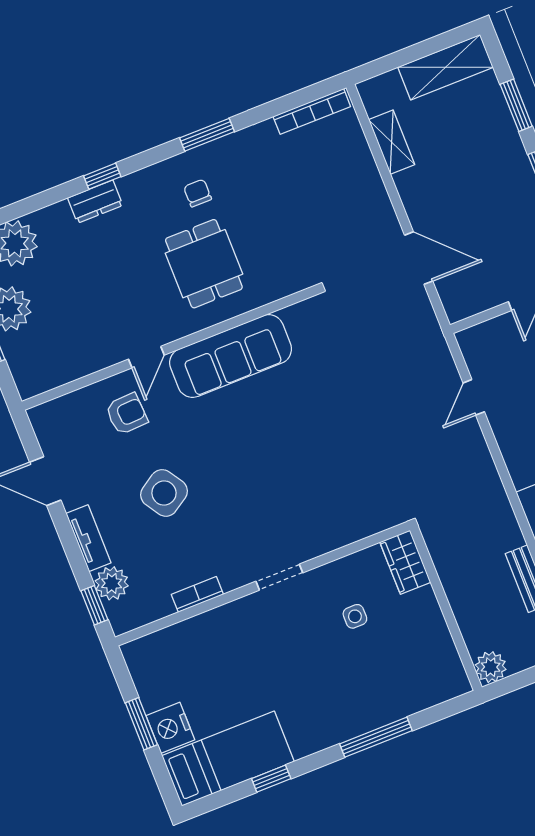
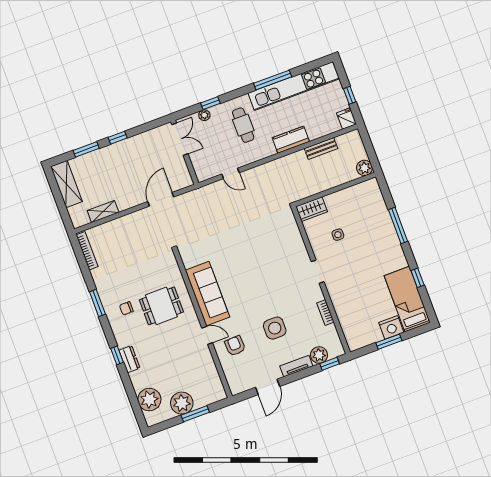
side table: (164, 493) -> (275, 328), turned 33

